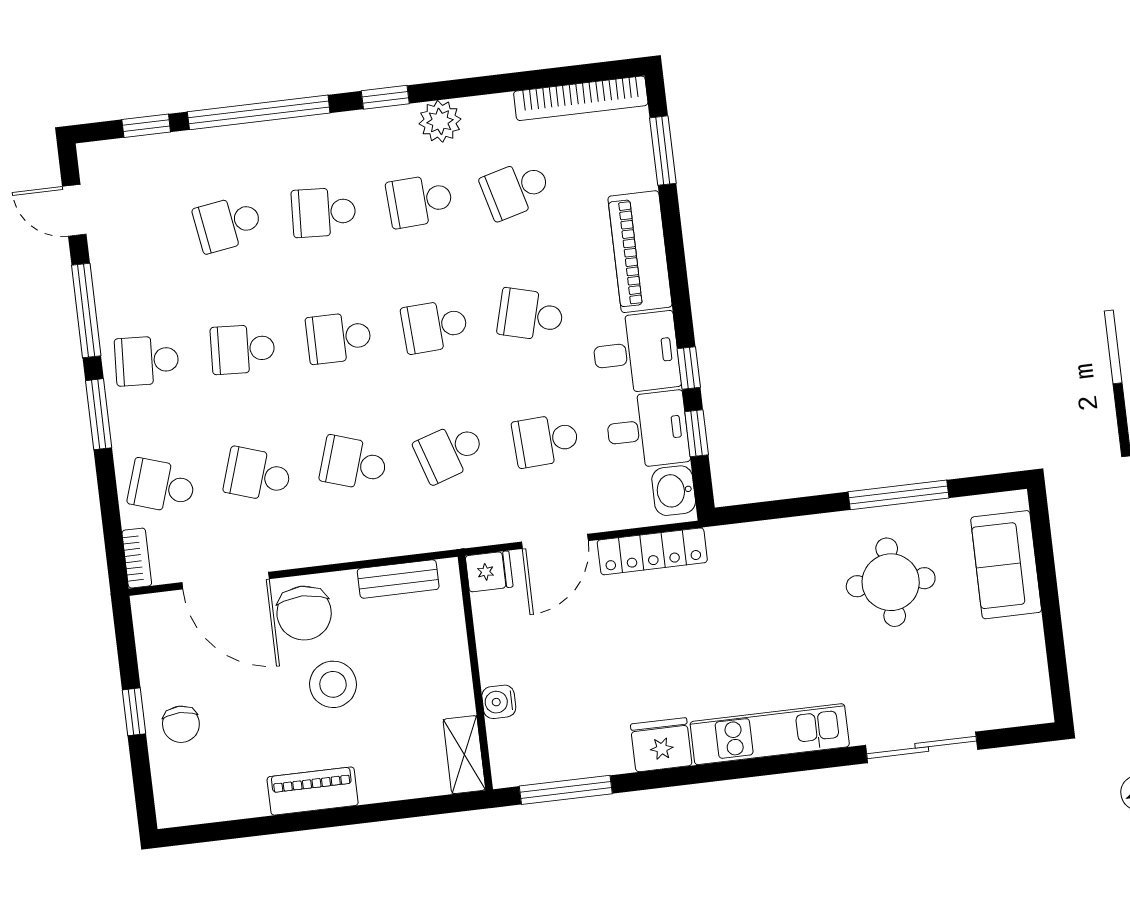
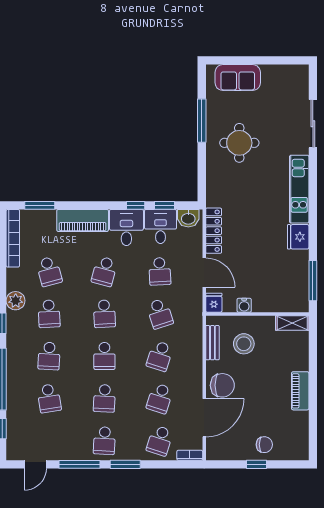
round table: (891, 582) -> (239, 143), moved
stool: (333, 684) -> (244, 344), moved
water cooler: (499, 702) -> (244, 305), moved

